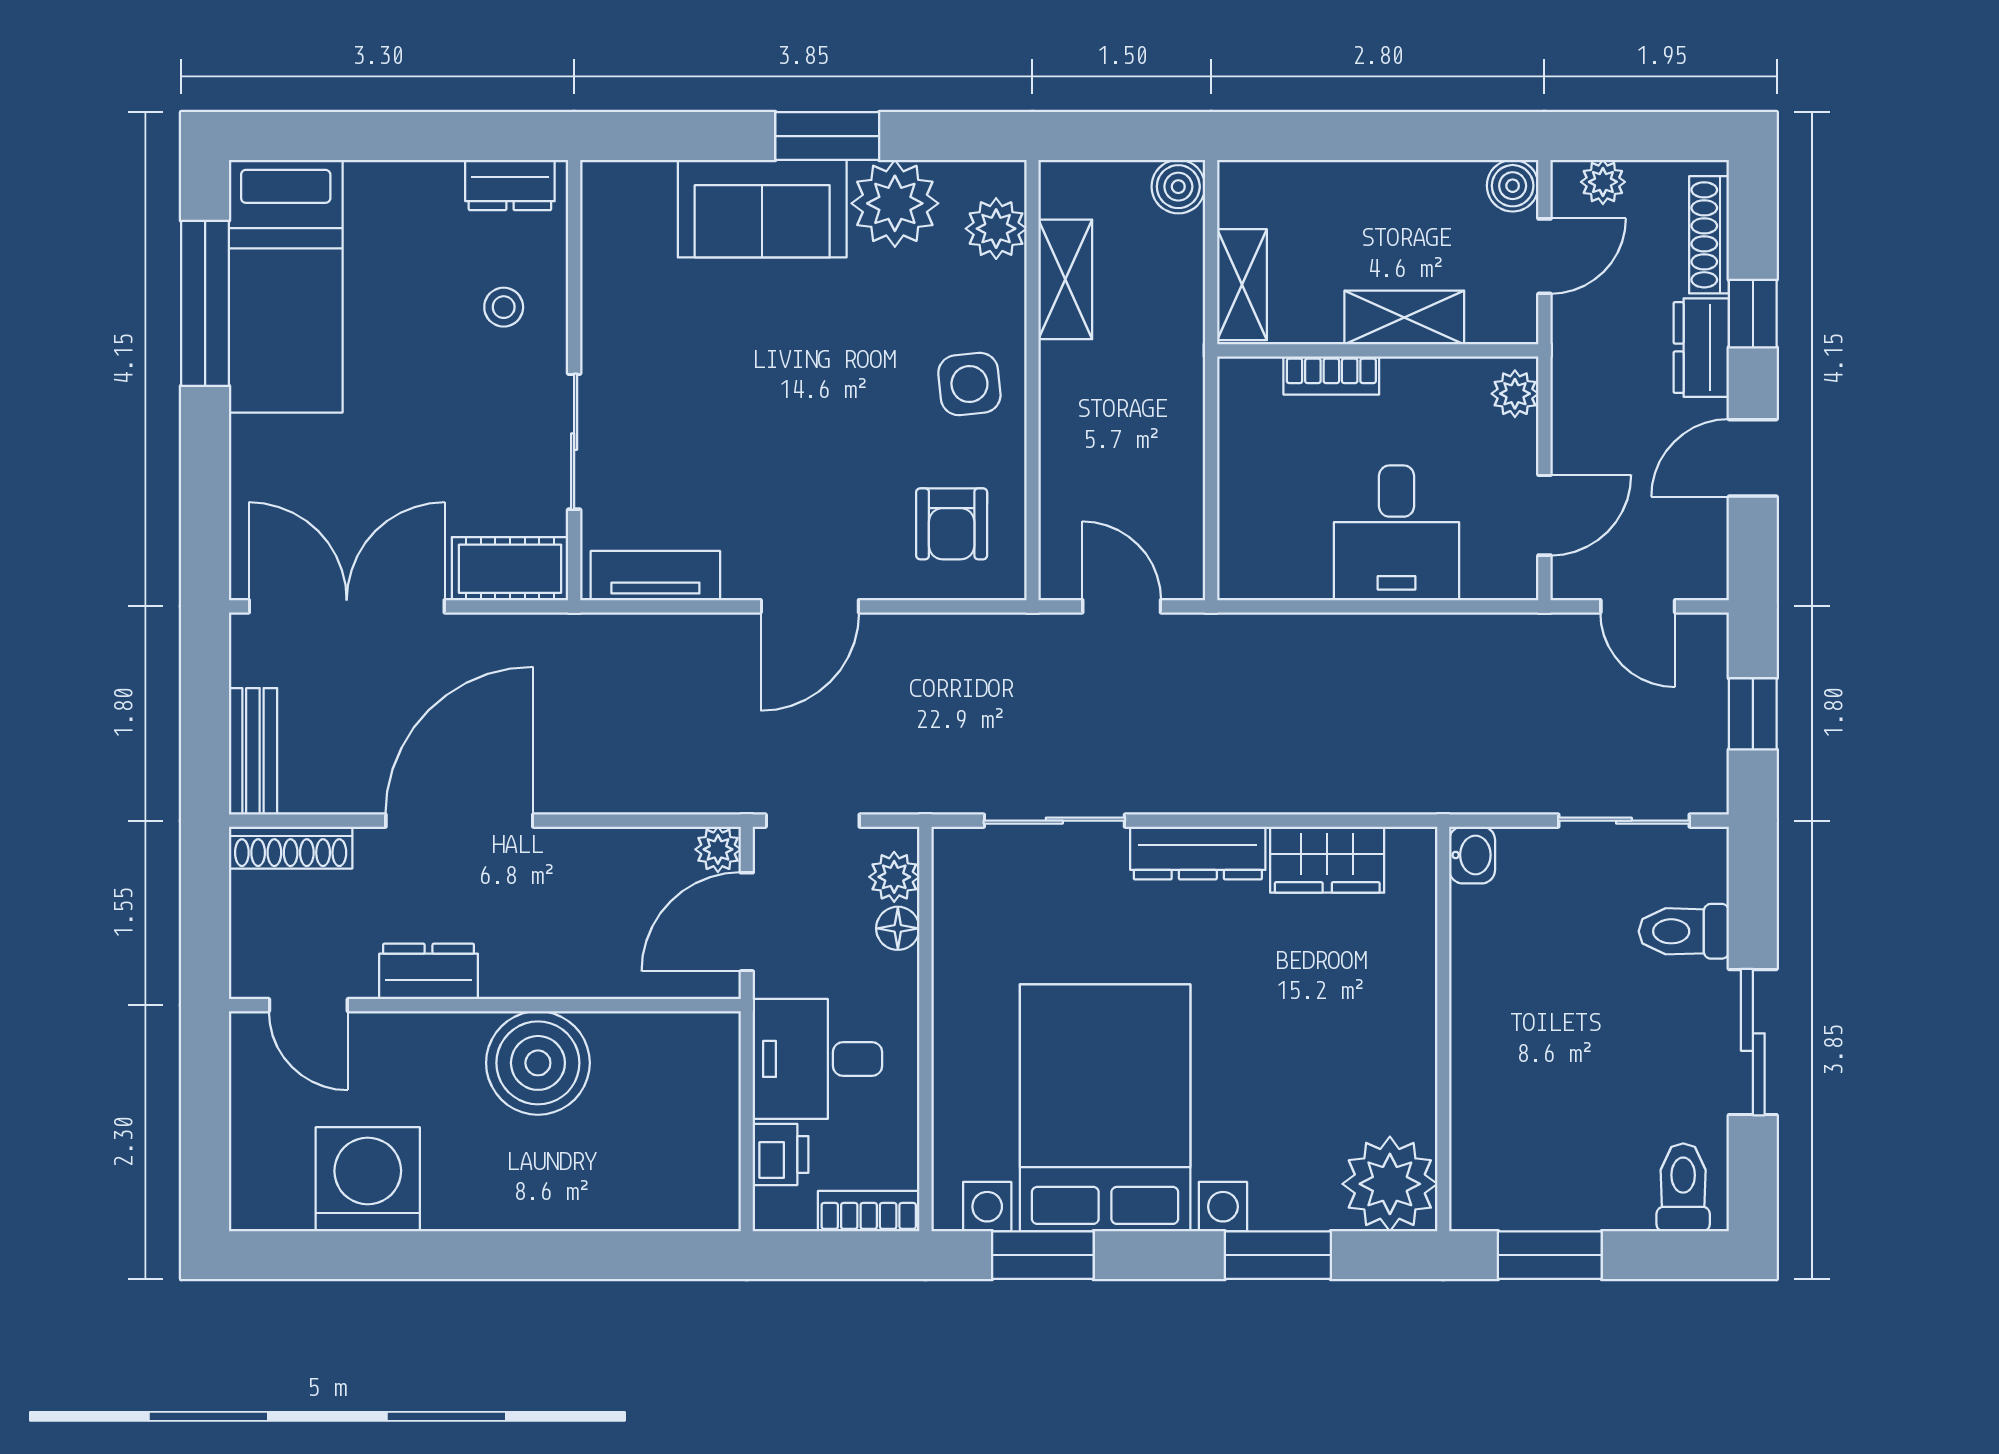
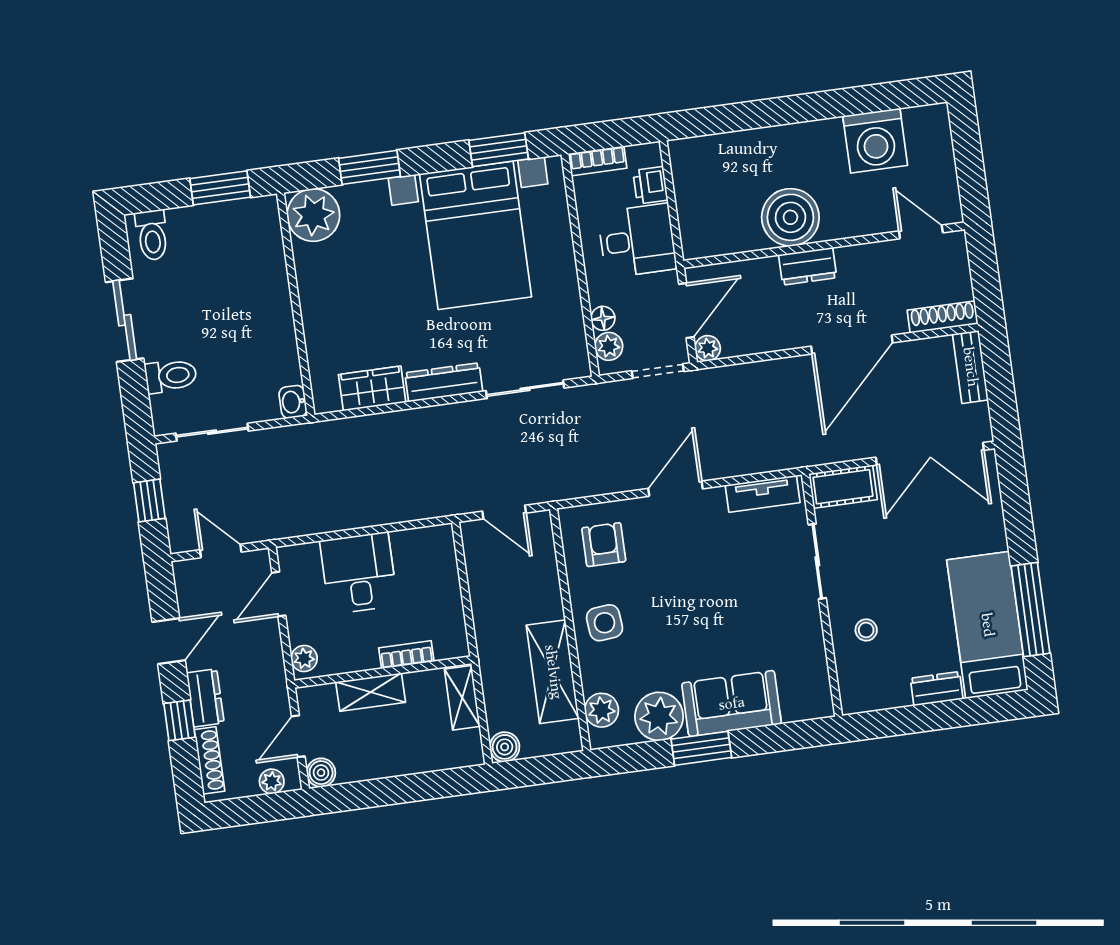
dresser: (510, 185) -> (937, 689), moved
shelving: (1065, 279) -> (553, 672), width x1.50, depth x1.33
dresser: (429, 971) -> (808, 266), moved

